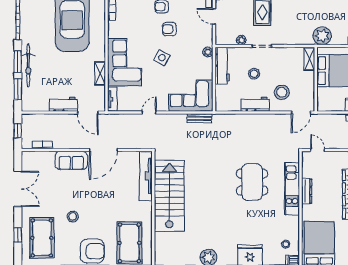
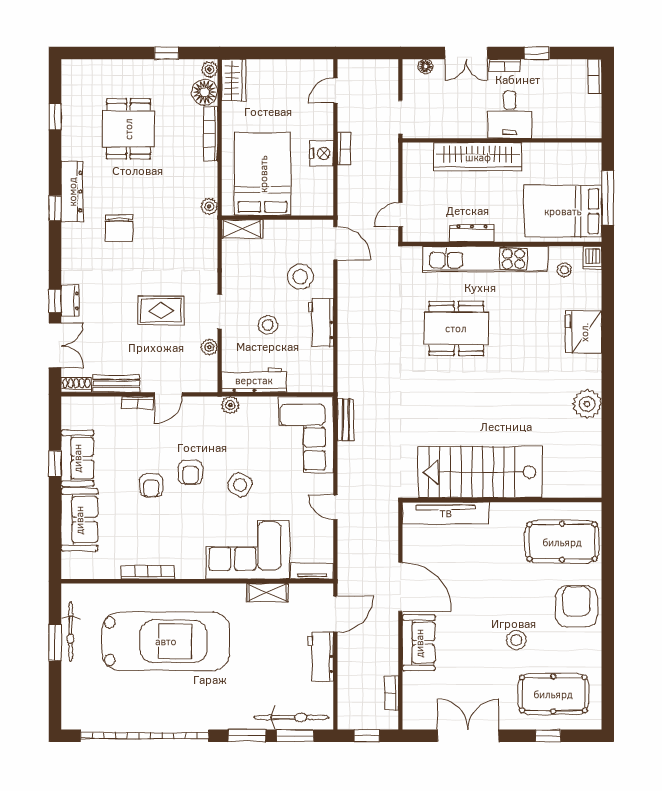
plant: (322, 36) -> (209, 206), width x0.53, depth x0.53
bicycle: (28, 65) -> (292, 717), moved
kitchen unit: (292, 189) -> (485, 259), width x1.36

